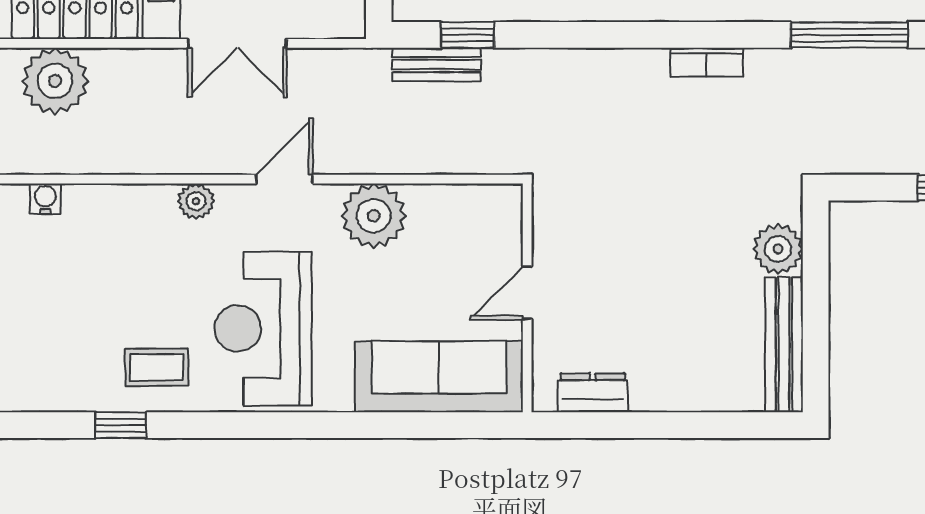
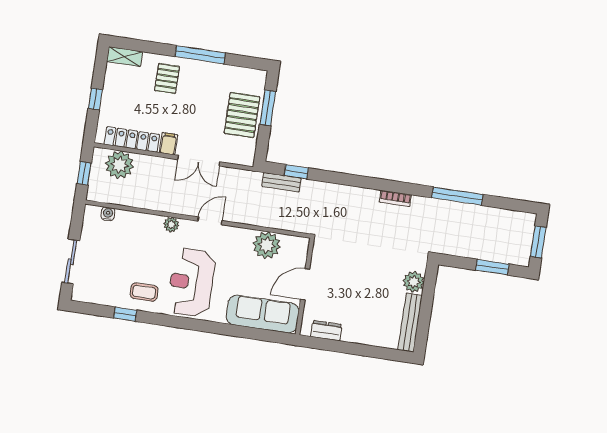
plant: (374, 216) -> (267, 245), moved
door: (527, 293) -> (305, 284), width x1.38

